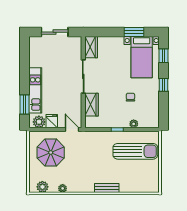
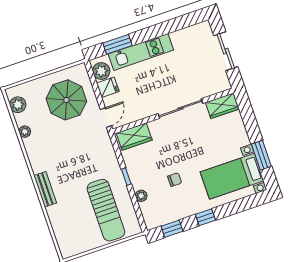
window: (164, 56) -> (172, 229), moved
wardrobe: (92, 105) -> (134, 136), moved

